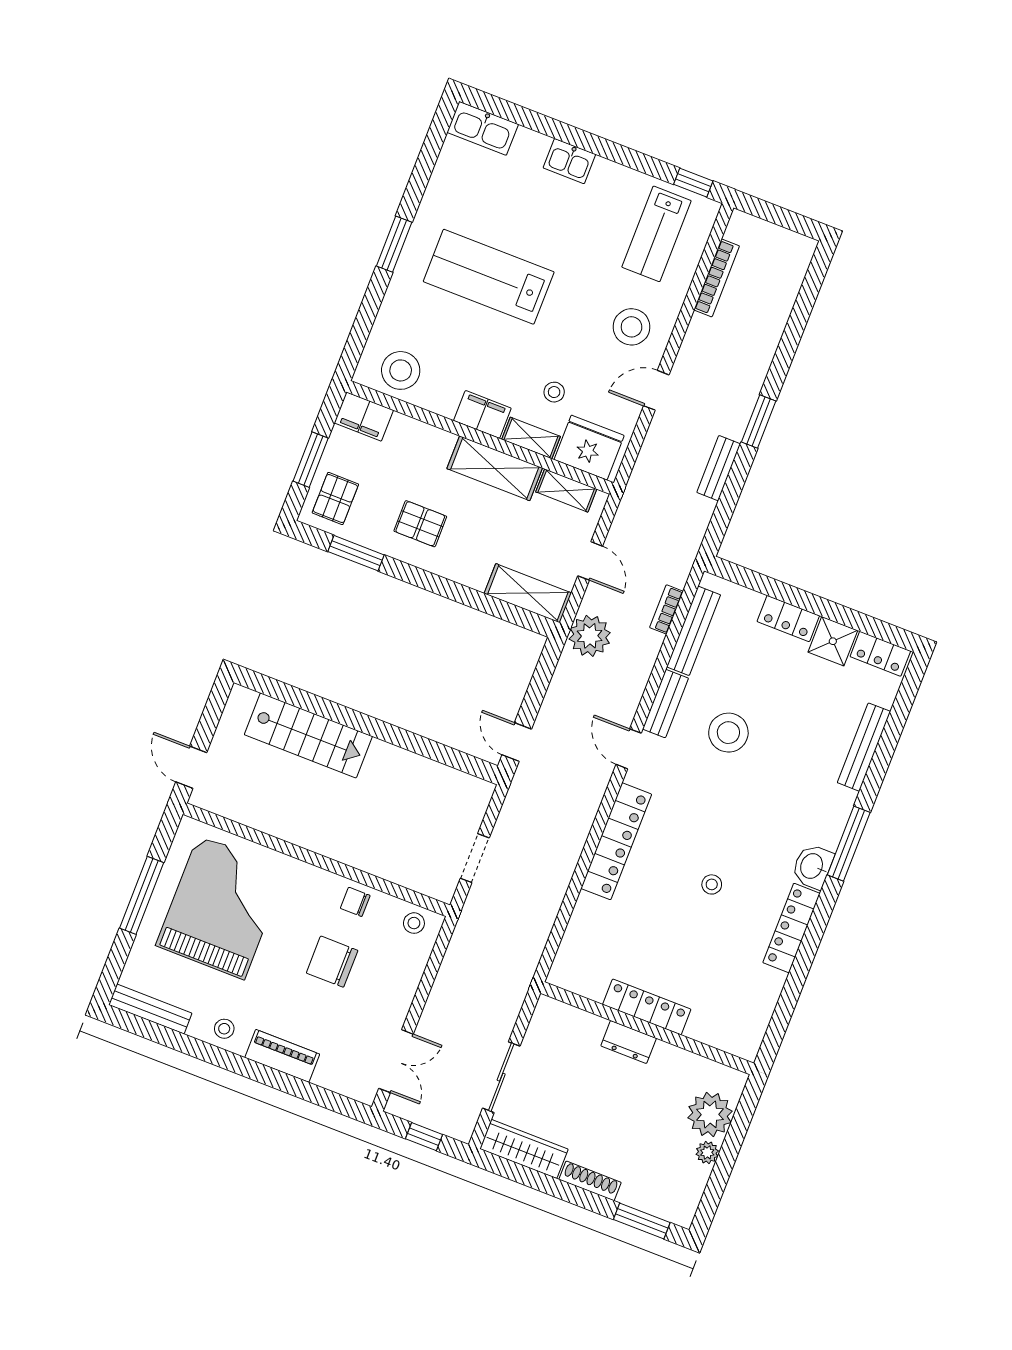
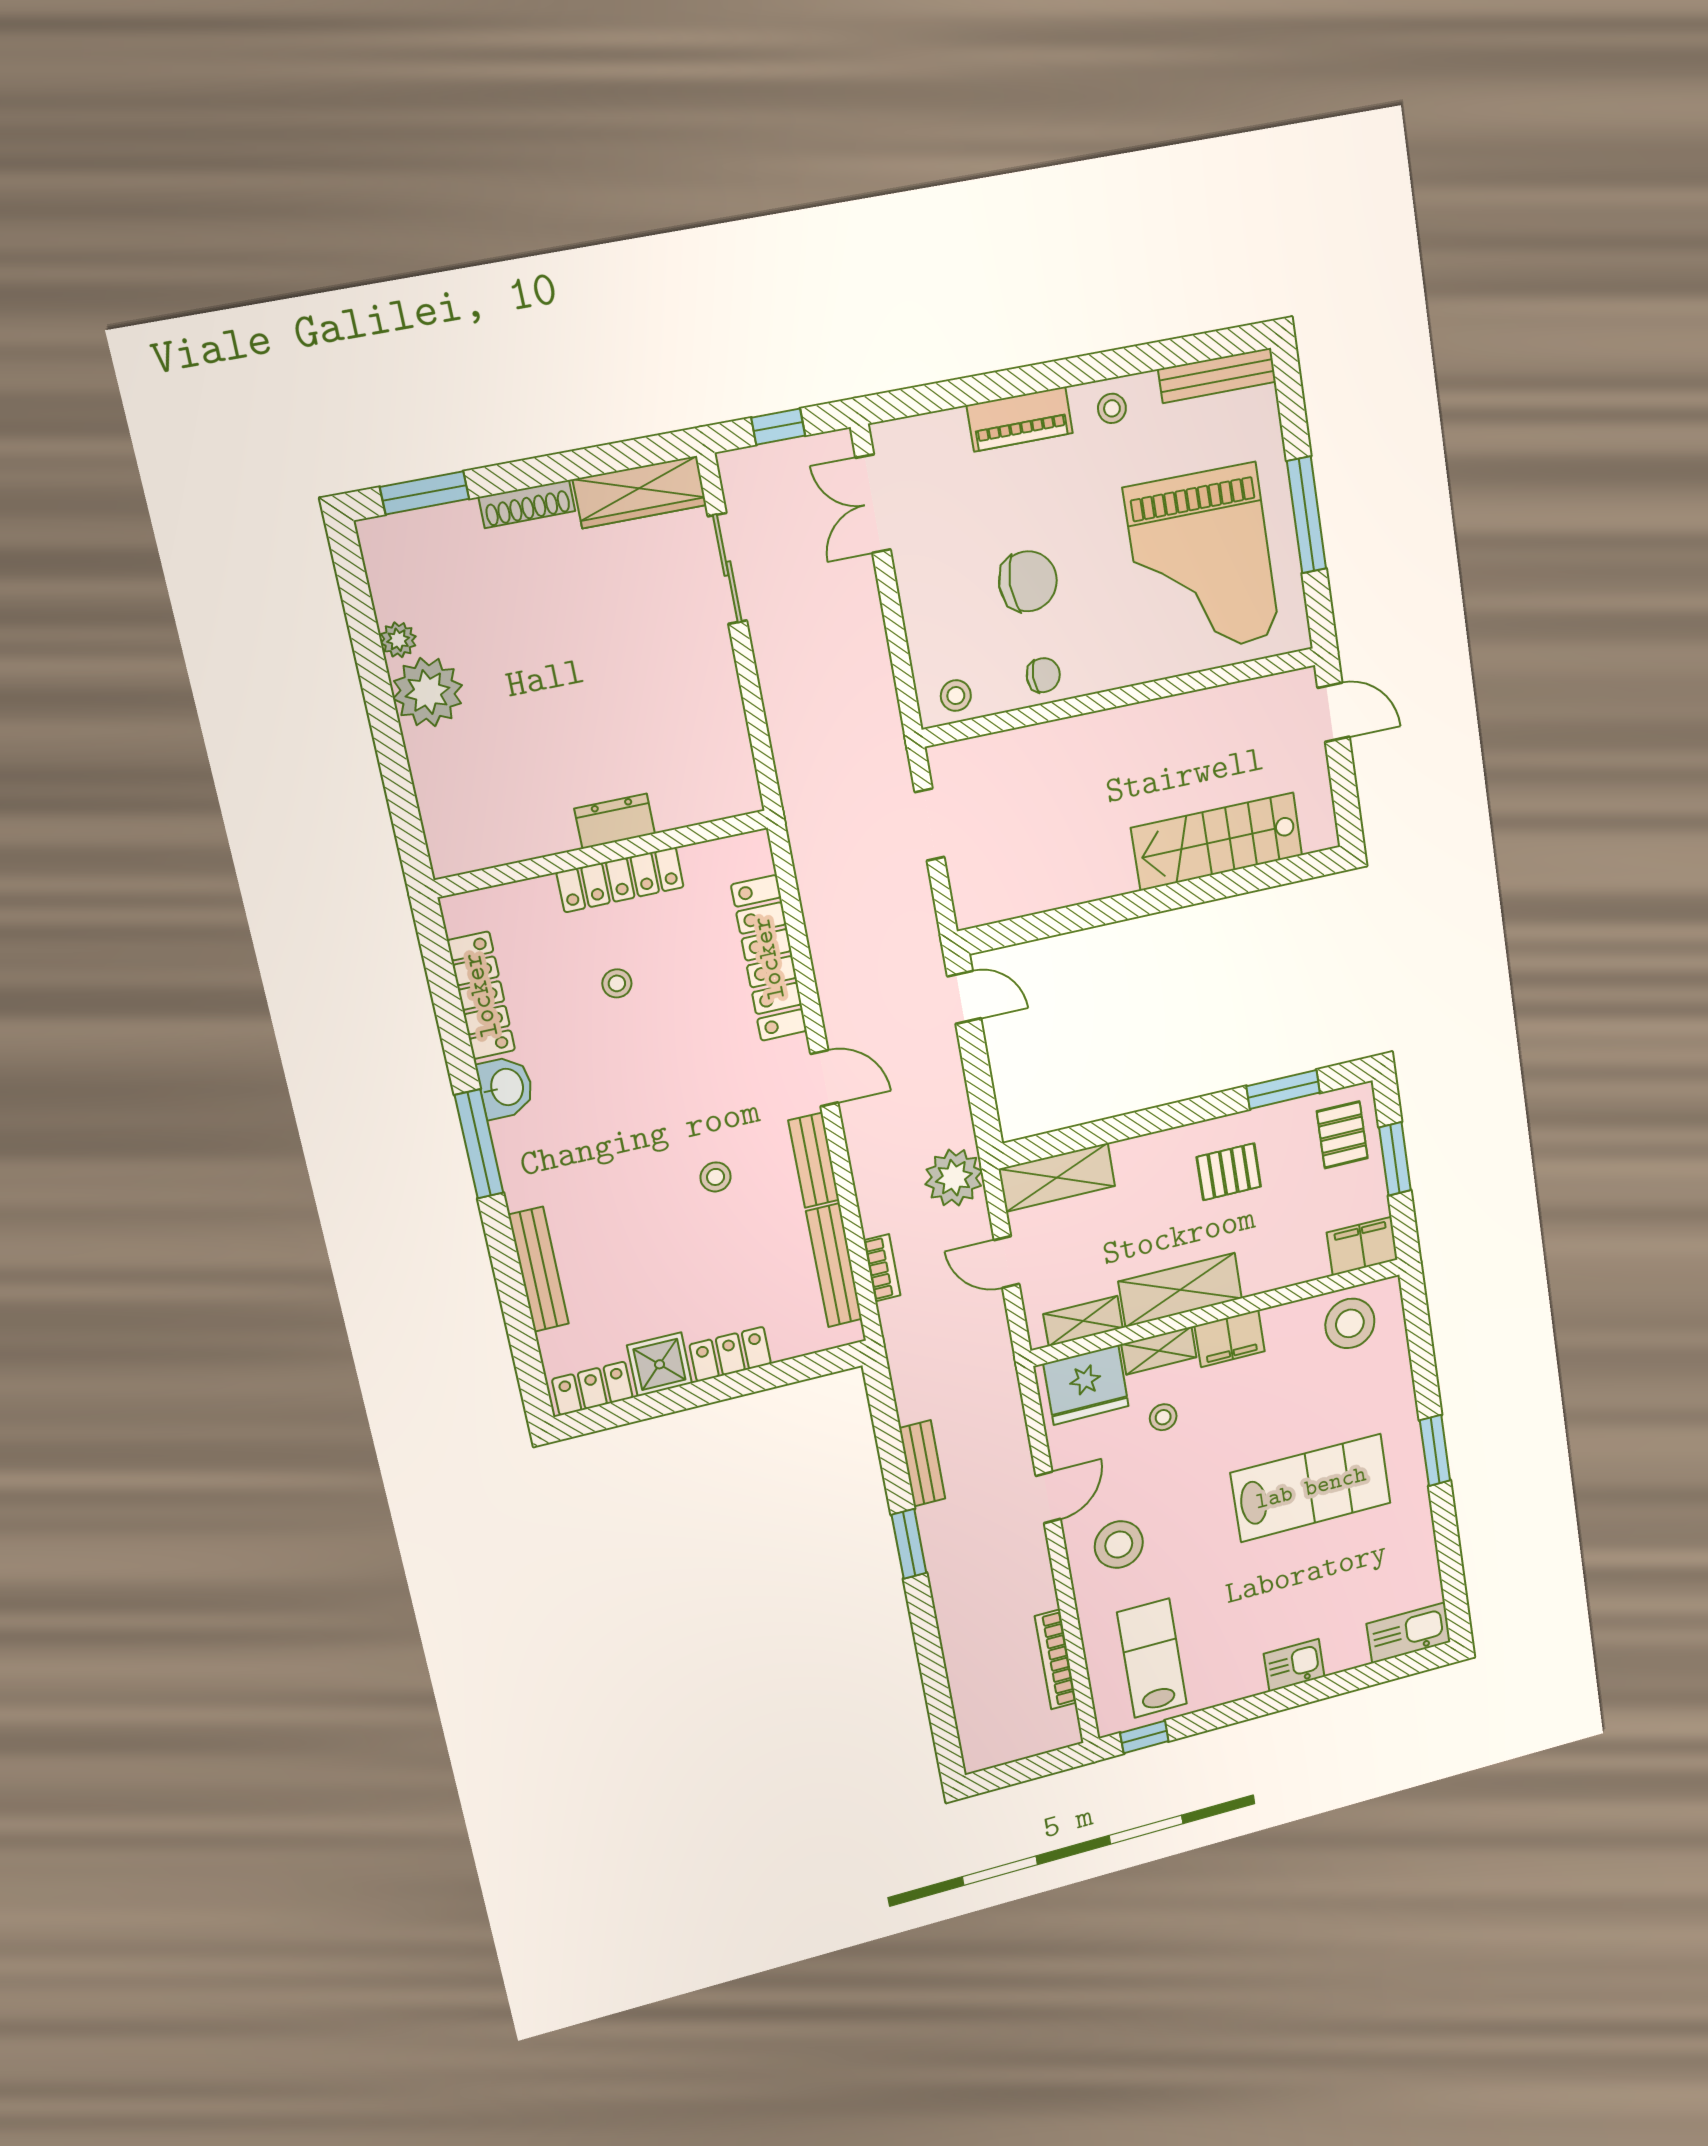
stool: (728, 733) -> (716, 1177), width x0.53, depth x0.53
locker: (647, 1007) -> (620, 880), moved
wall: (647, 1028) -> (603, 854), moved
dresser: (629, 1042) -> (615, 821), moved

